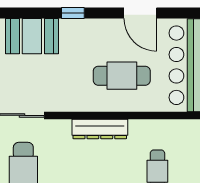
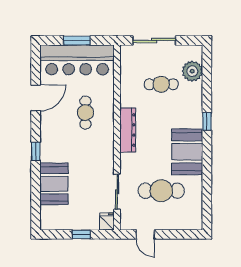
cafe table: (122, 76) -> (85, 113), width x0.73, depth x0.74

